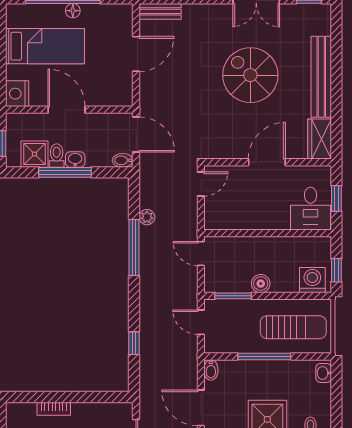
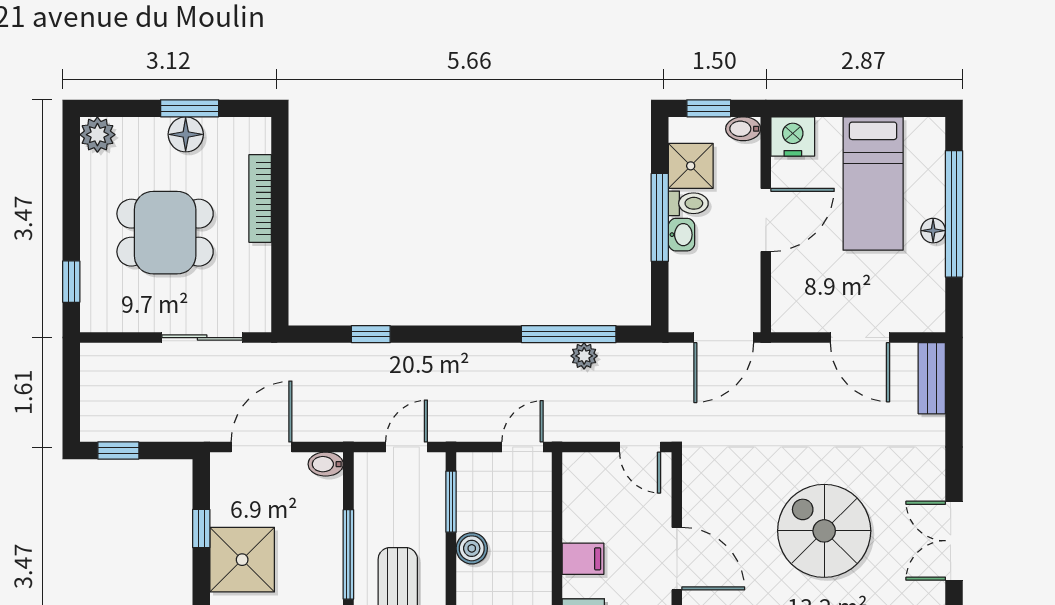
spiral stairs: (250, 75) -> (824, 531), turned -90
bidet: (123, 160) -> (743, 129), moved, turned -90
filing cabinet: (267, 218) -> (583, 559), added
window: (134, 247) -> (569, 334), moved
bookcase: (54, 409) -> (260, 199), width x1.56

